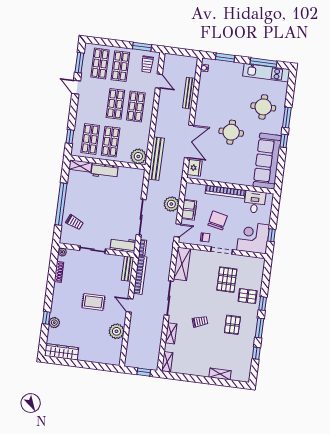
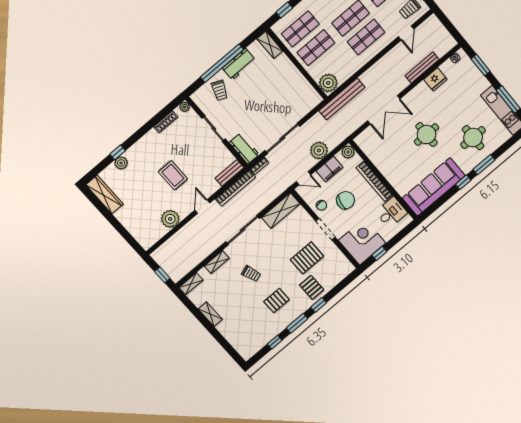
fridge: (195, 168) -> (435, 79), moved
workbench: (105, 171) -> (239, 64), moved, turned -90
plant: (191, 188) -> (348, 152), added
shelving: (220, 374) -> (210, 314), moved

